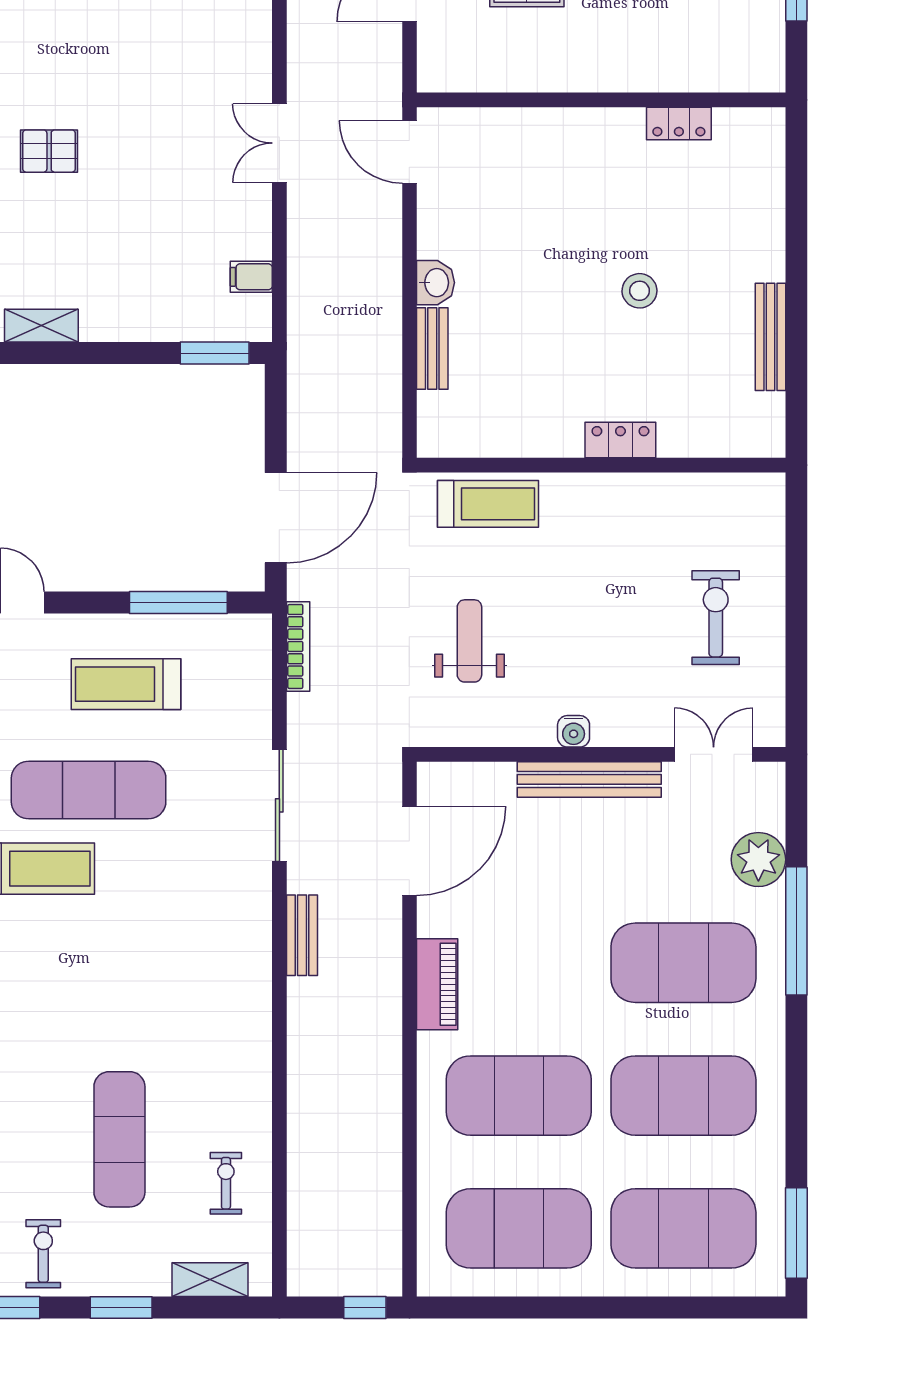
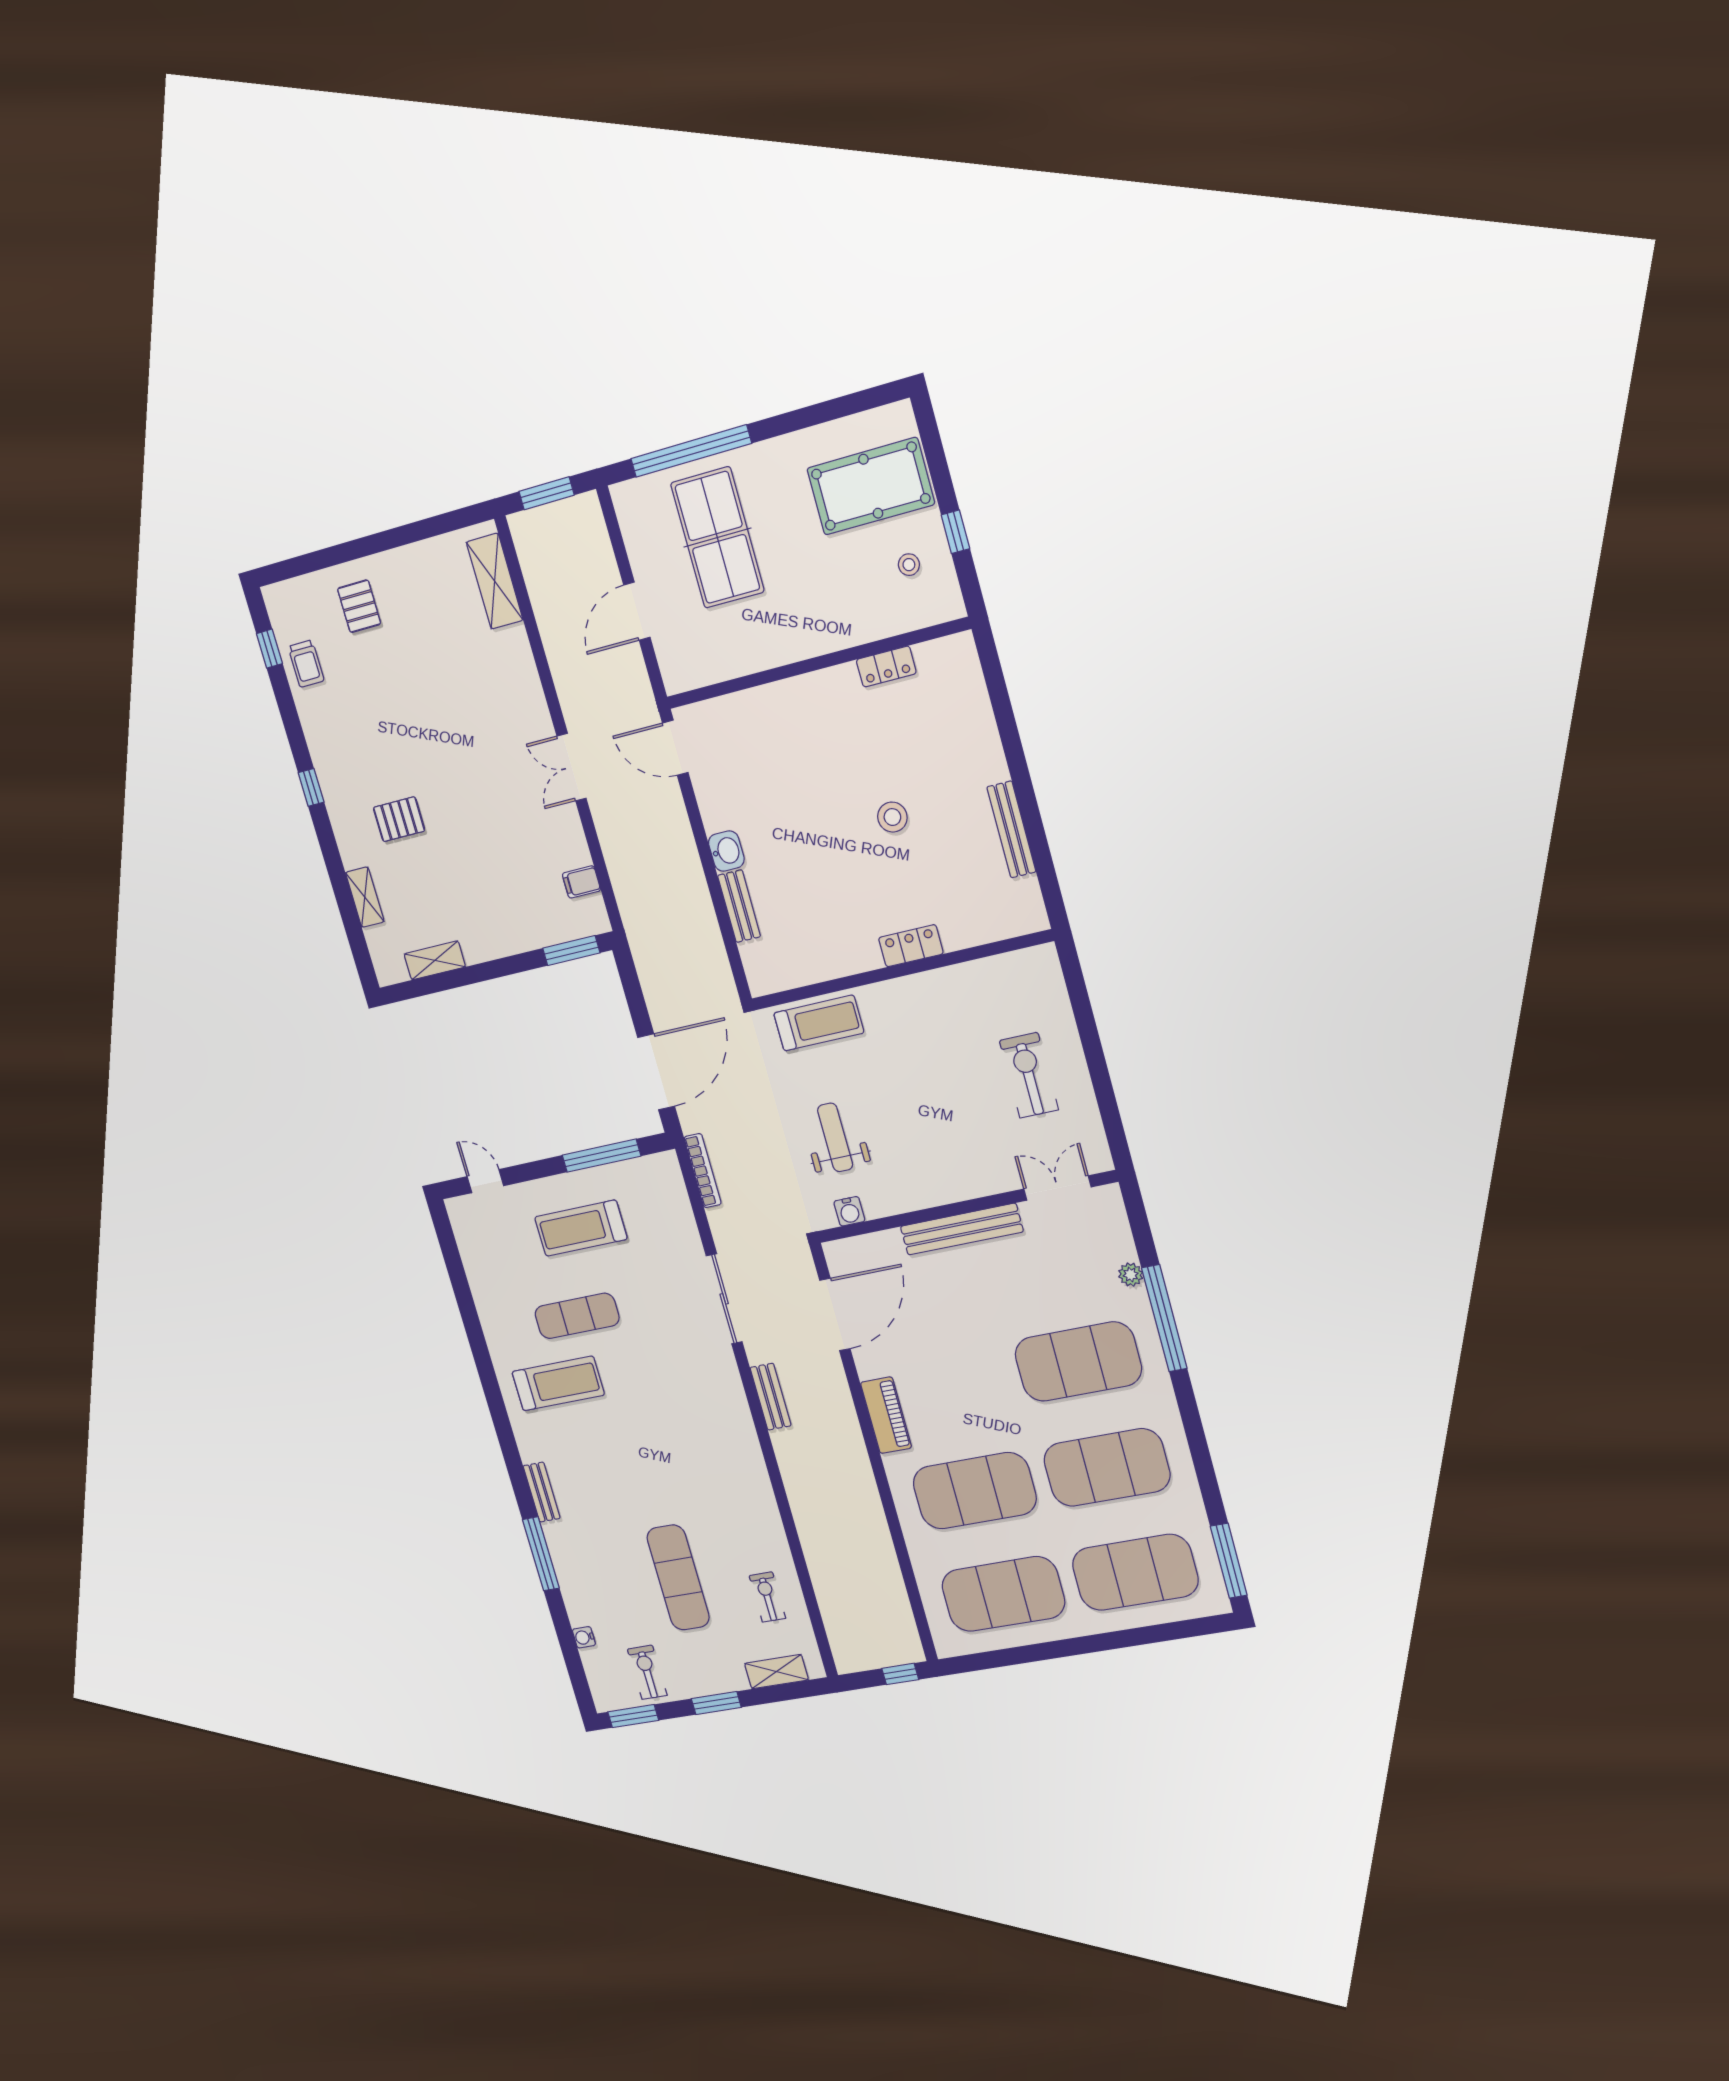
stool: (735, 20) -> (909, 565), added
water cooler: (574, 731) -> (849, 1211), moved
exercise mat: (89, 790) -> (577, 1316), width x0.73, depth x0.69
plant: (758, 860) -> (1131, 1275), width x0.53, depth x0.53

